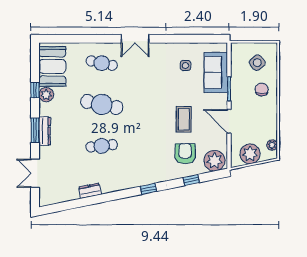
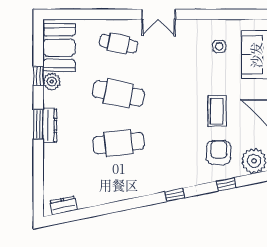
cafe table: (102, 146) -> (118, 143), width x1.37, depth x1.35
double door: (35, 173) -> (38, 176), removed
dresser: (90, 191) -> (63, 205), moved

